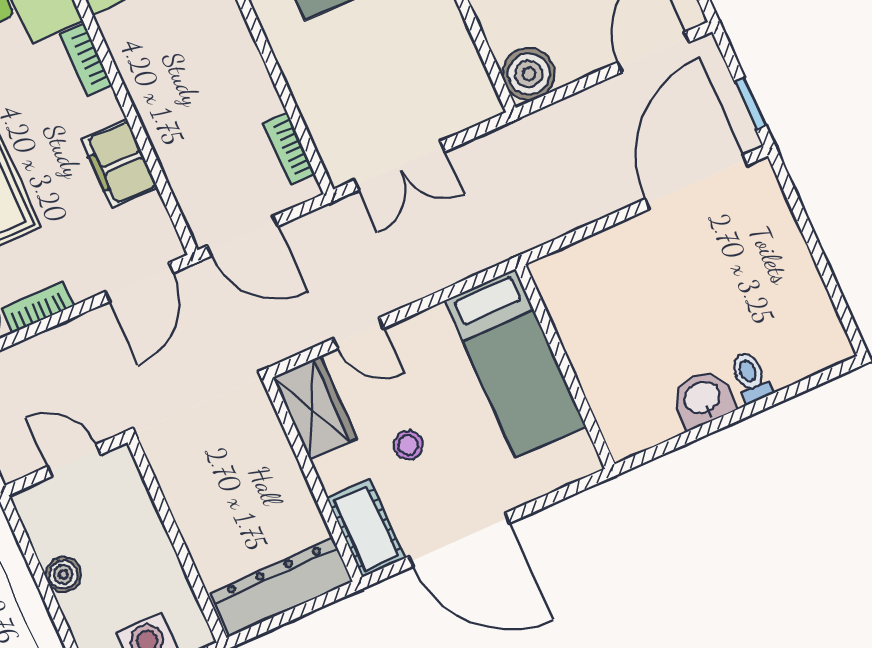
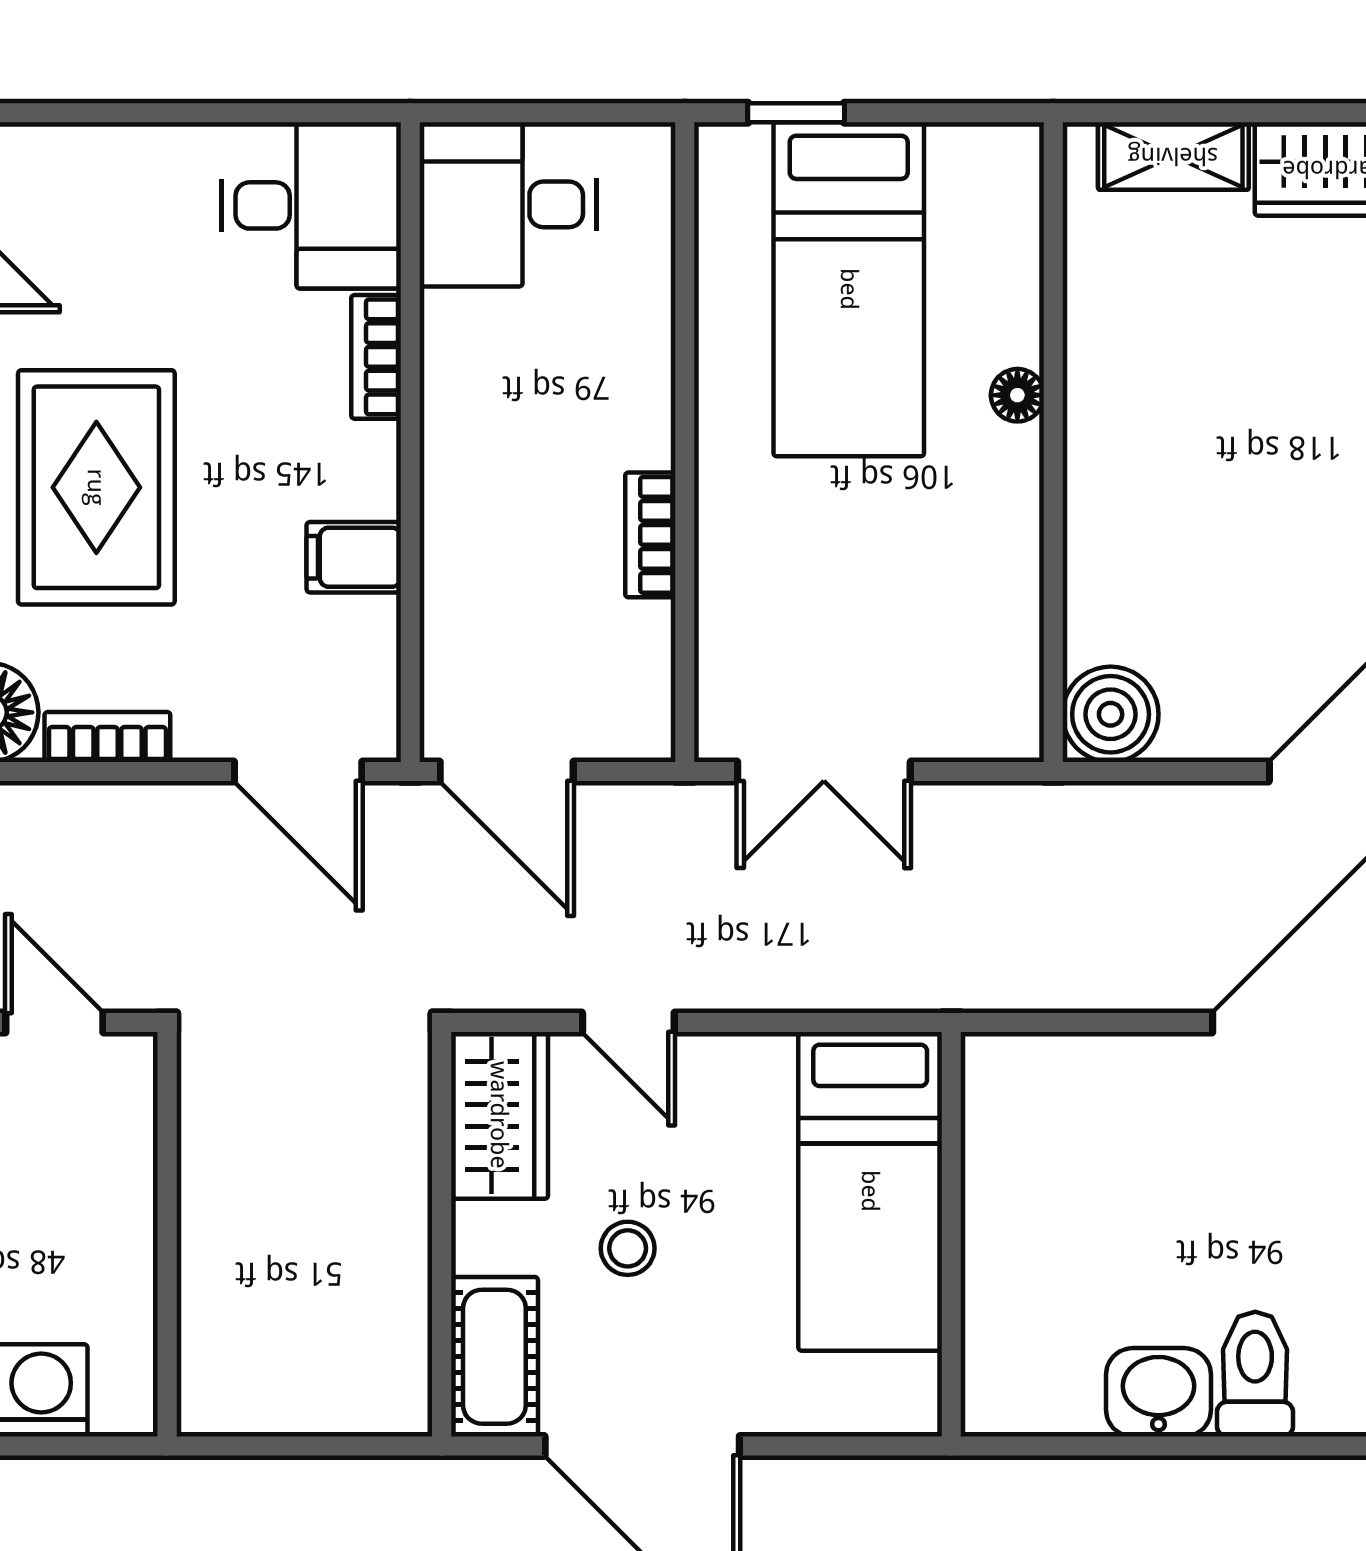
bookcase: (289, 149) -> (650, 535), moved
filing cabinet: (119, 164) -> (354, 557), width x0.50
door: (139, 282) -> (298, 772), hinge flipped
toilet: (750, 377) -> (1255, 1374), width x1.37, depth x1.39
dresser: (282, 587) -> (308, 1392), removed

